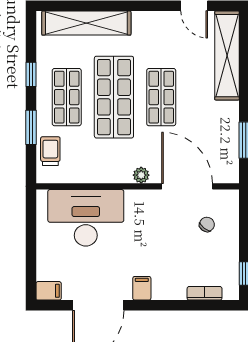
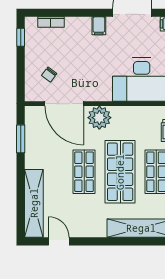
plant: (141, 175) -> (99, 118), width x1.88, depth x1.88

